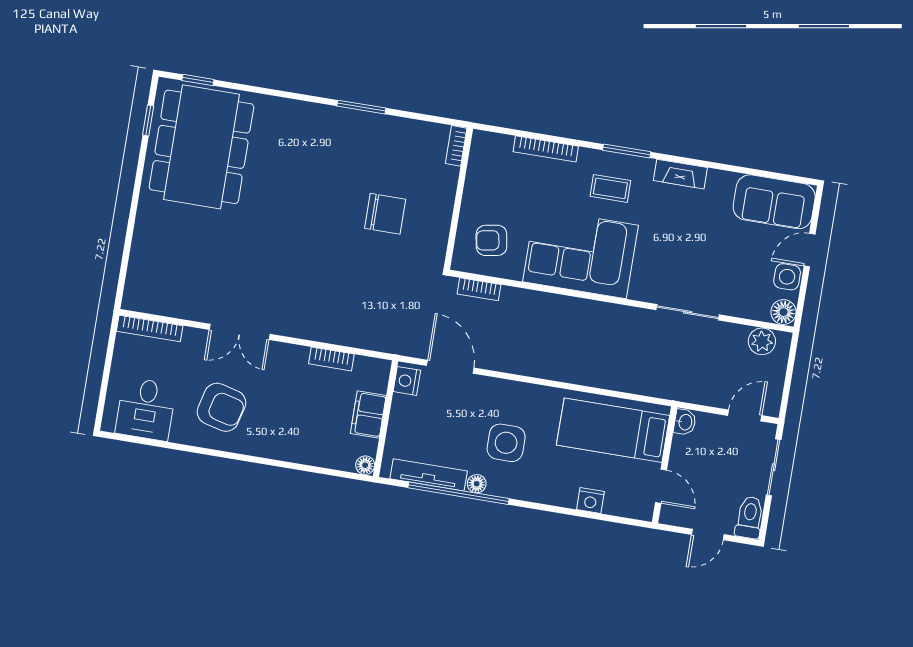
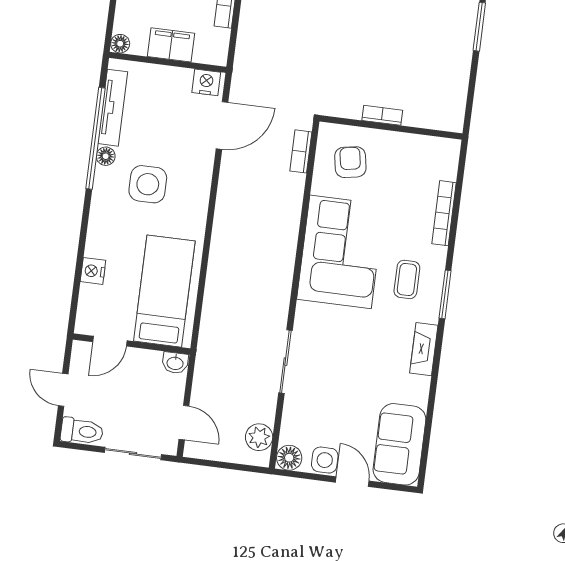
bookcase: (456, 146) -> (382, 115), moved
chair: (385, 214) -> (373, 54), removed

